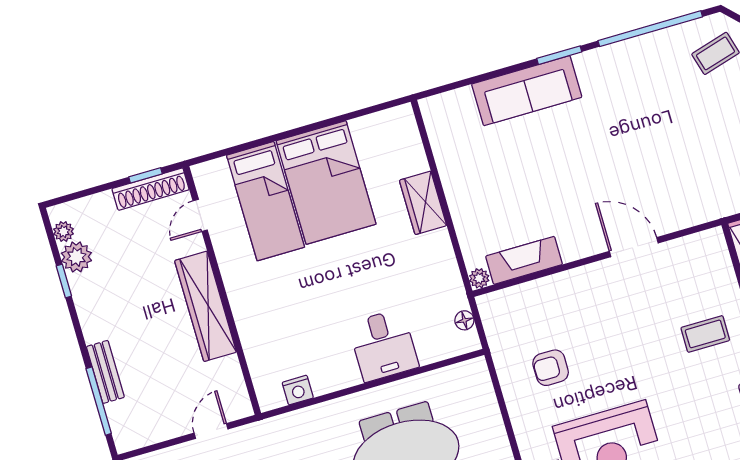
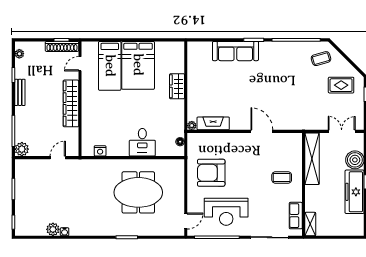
plant: (76, 257) -> (22, 149), moved
armchair: (551, 368) -> (211, 173), width x1.88, depth x1.88
bench: (105, 372) -> (20, 92), moved

